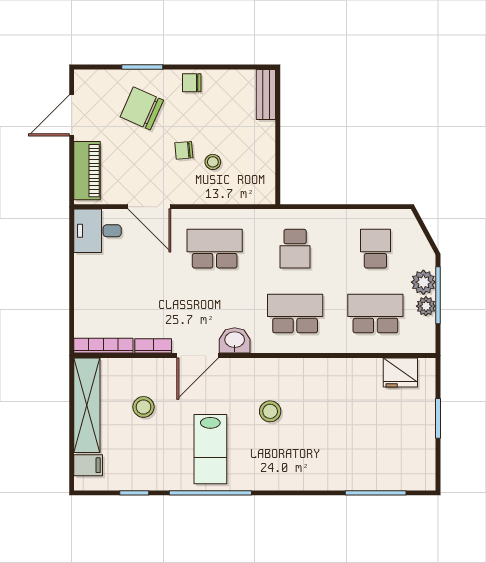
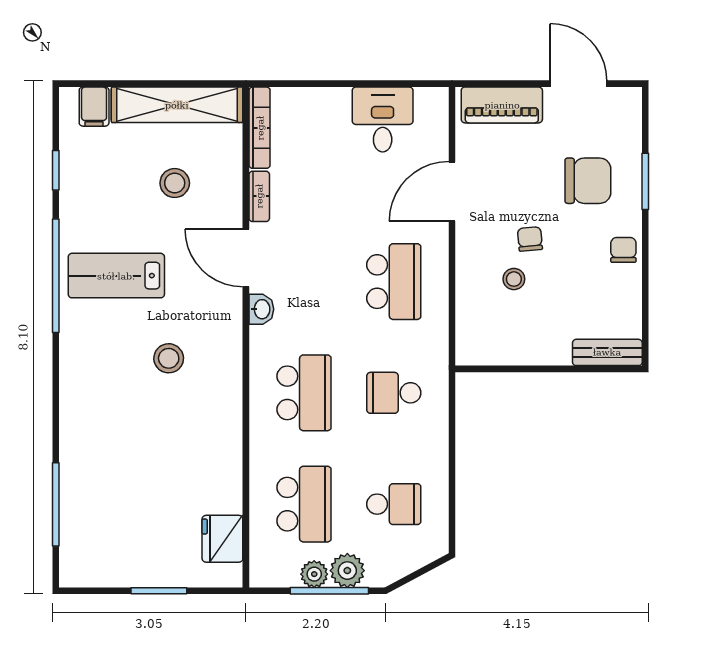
chair: (142, 108) -> (588, 181), turned 66
desk: (98, 231) -> (383, 119), moved
washbasin: (235, 340) -> (261, 309), width x0.72, depth x0.69

